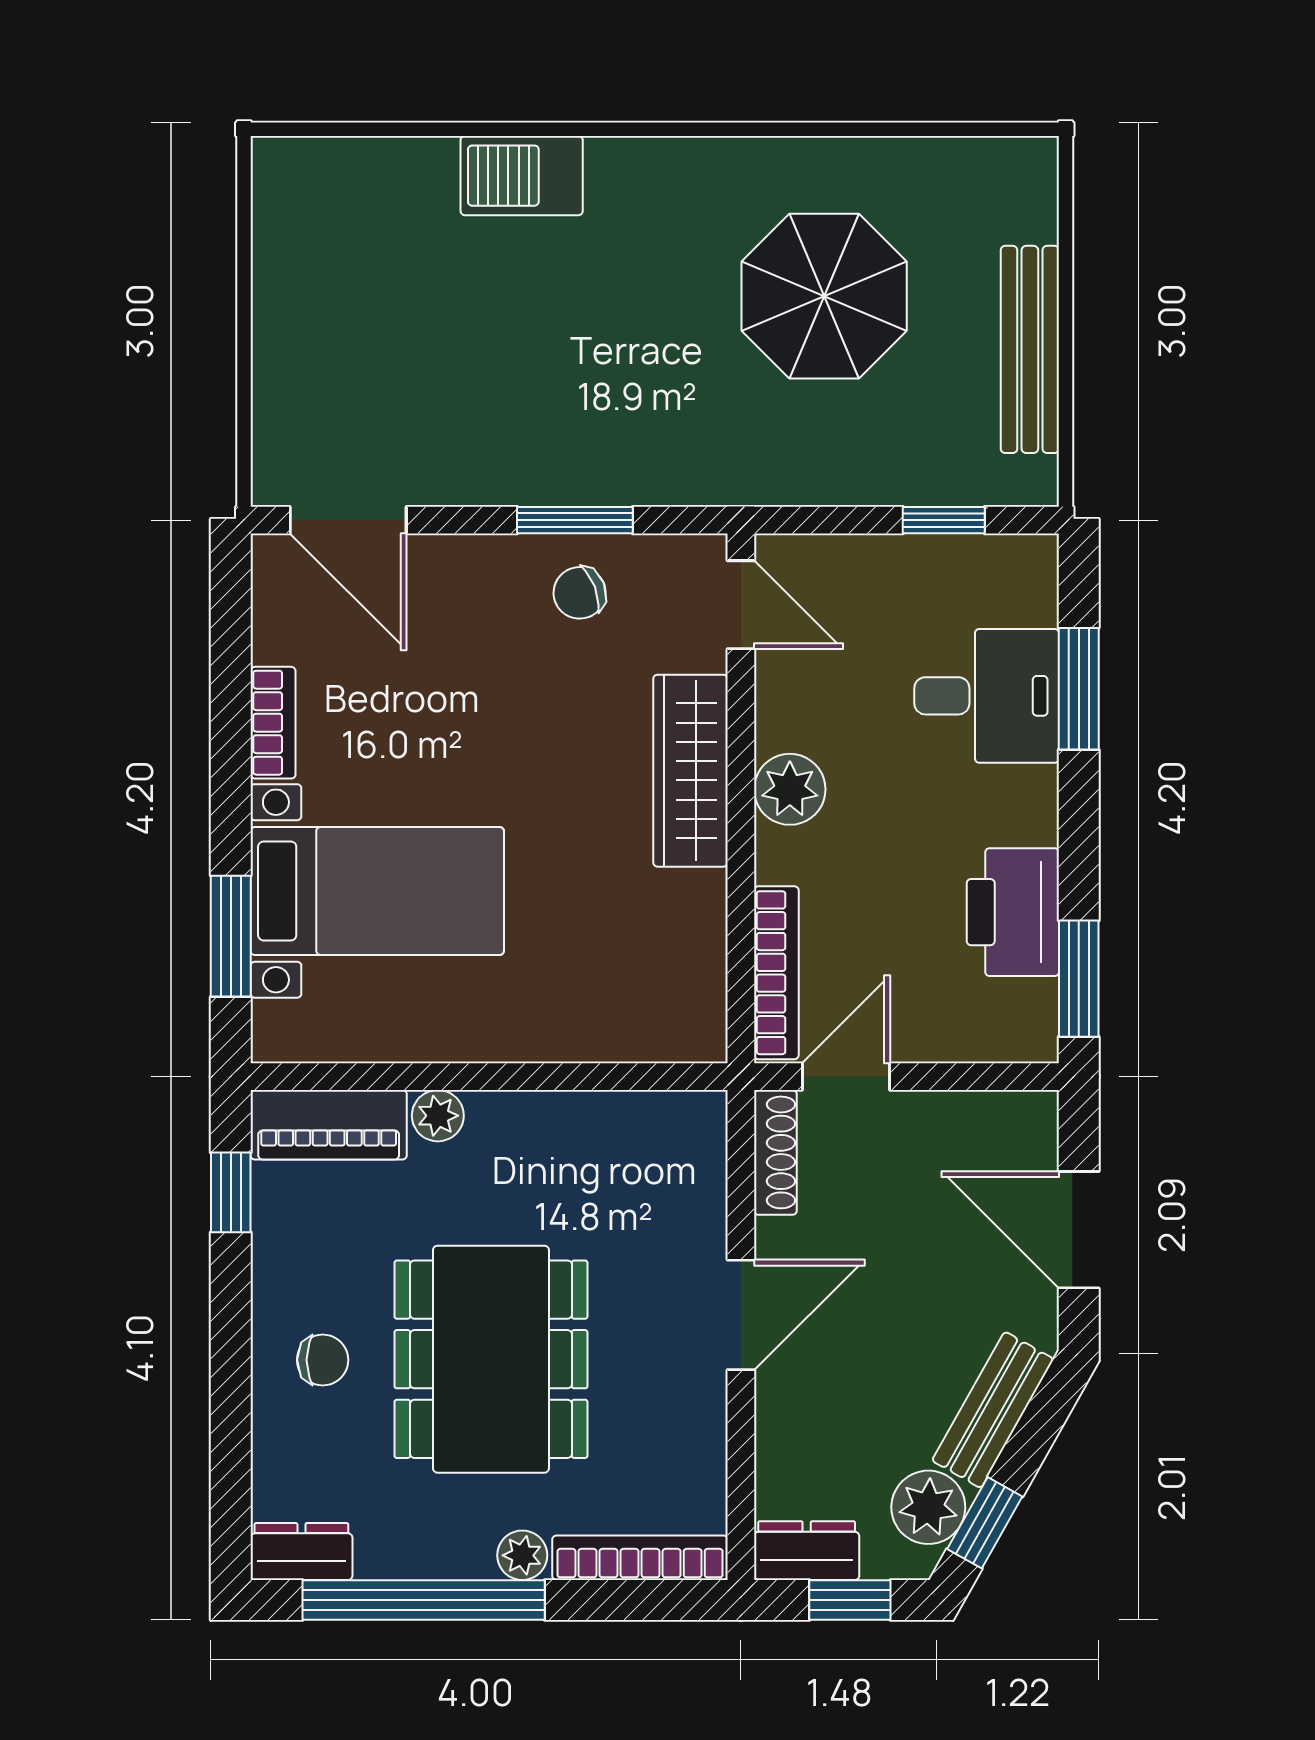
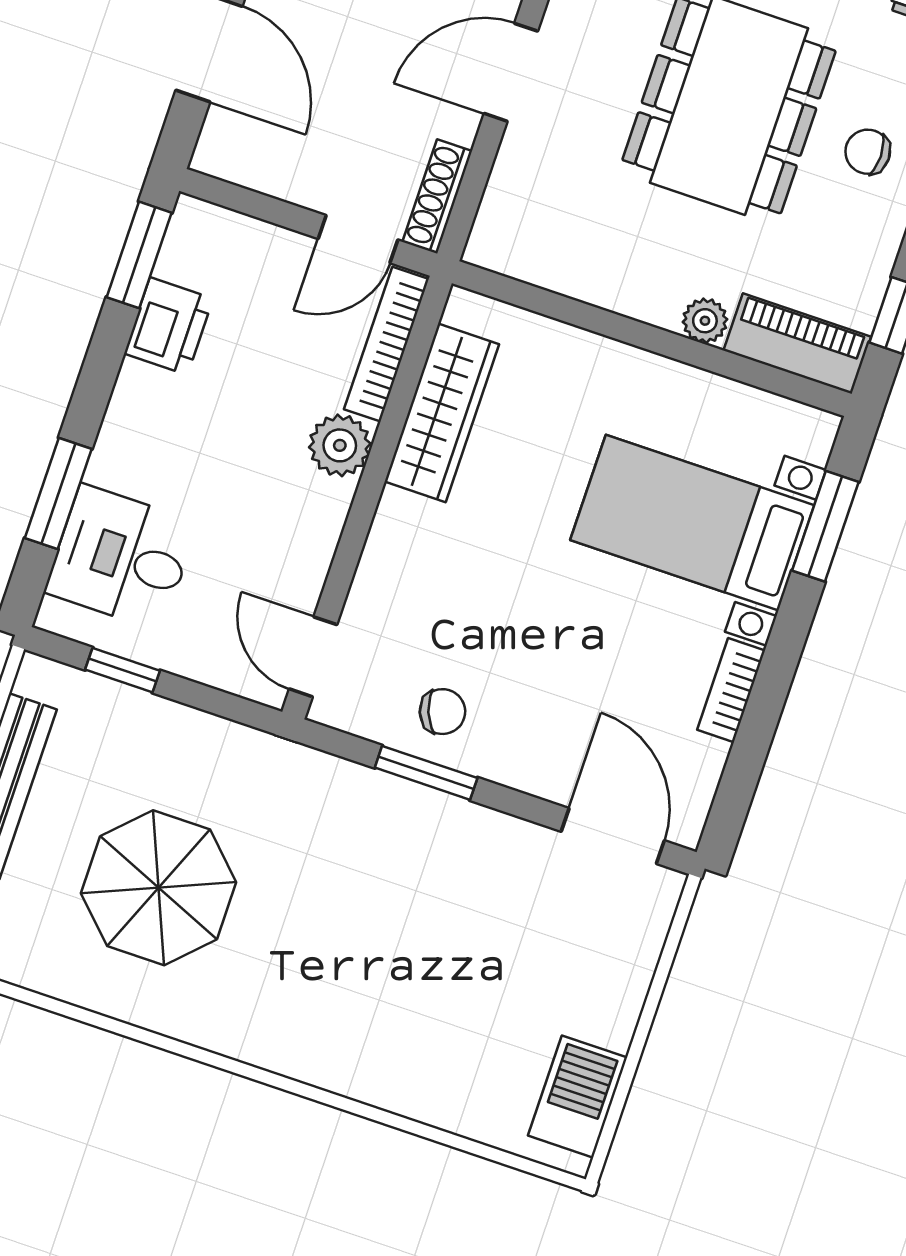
barbecue: (522, 176) -> (578, 1097), moved, turned -90
desk: (987, 696) -> (121, 557), moved
wardrobe: (690, 771) -> (442, 413), moved
plant: (790, 789) -> (340, 445), moved
printer: (1013, 912) -> (169, 326), width x0.73, depth x0.84

